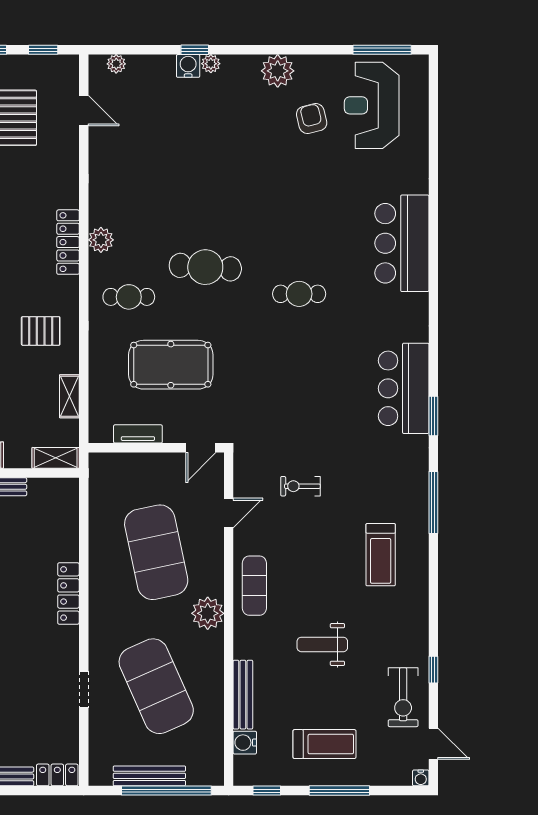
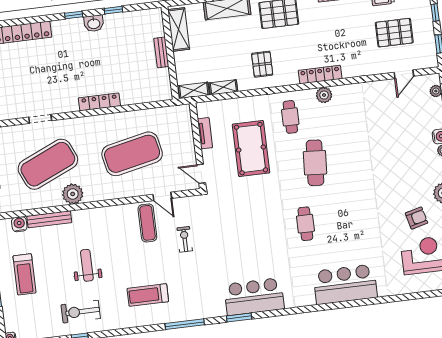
shelving: (56, 458) -> (194, 90), moved, turned 90
exercise mat: (254, 586) -> (147, 223), moved, turned 90
plant: (208, 613) -> (73, 194), moved
exercise bike: (403, 697) -> (81, 312), moved

